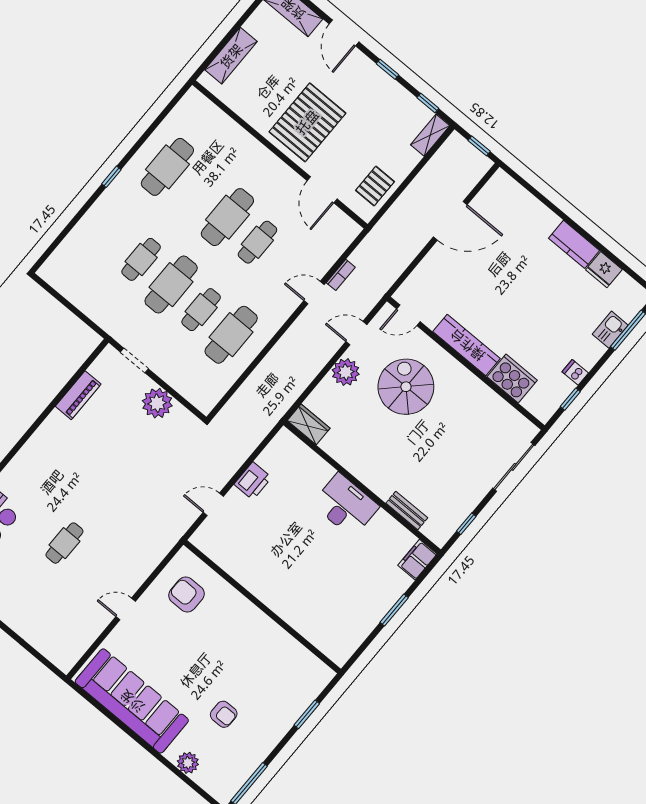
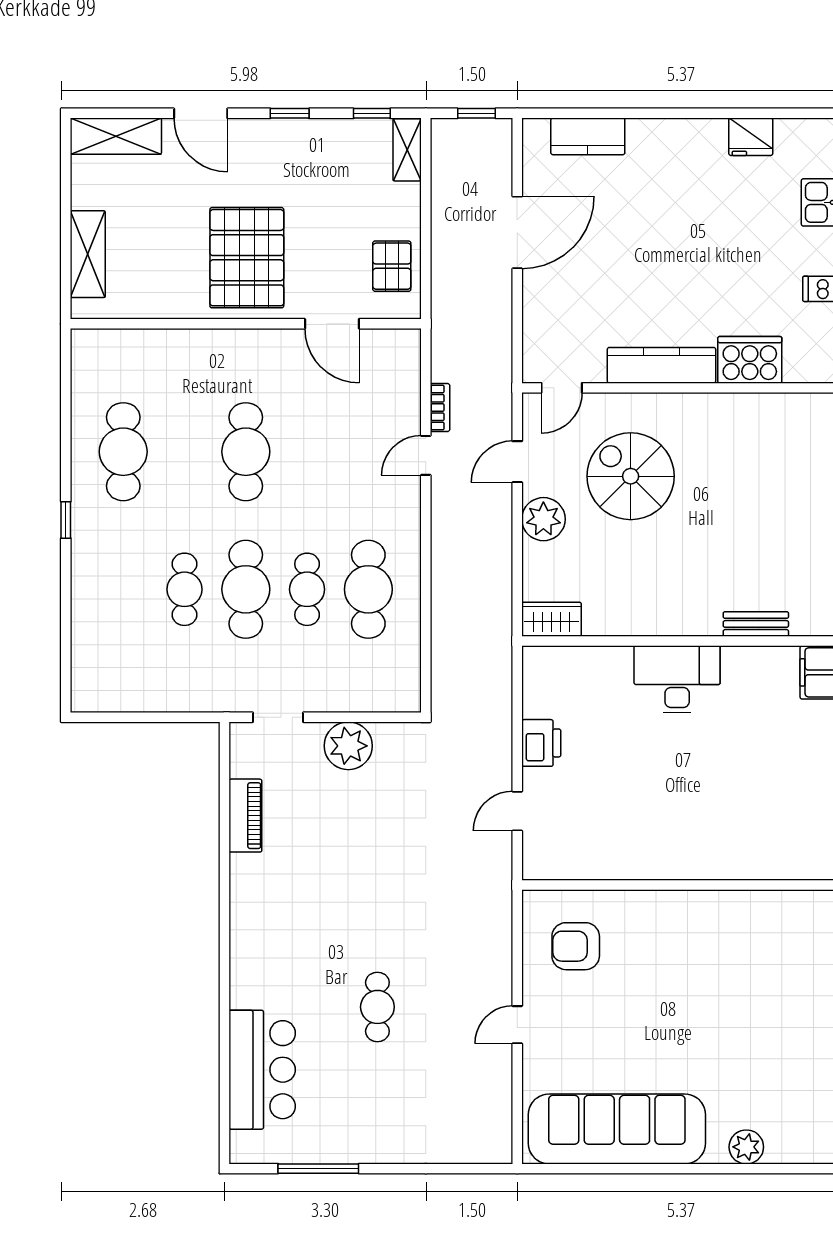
cafe table: (257, 242) -> (307, 452), removed
kitchen counter: (574, 244) -> (588, 136), moved
armchair: (224, 714) -> (741, 1053), removed

